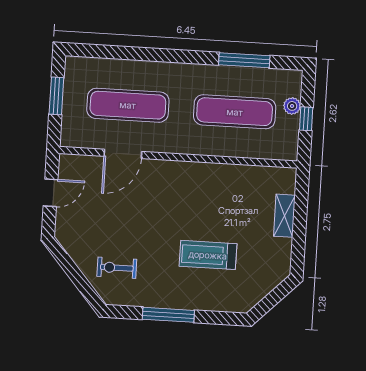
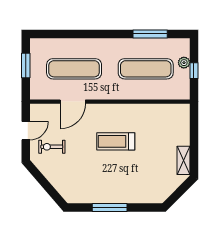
shelving: (284, 216) -> (183, 160), moved
treadmill: (208, 255) -> (116, 141), moved
exercise bike: (117, 268) -> (52, 147), moved

